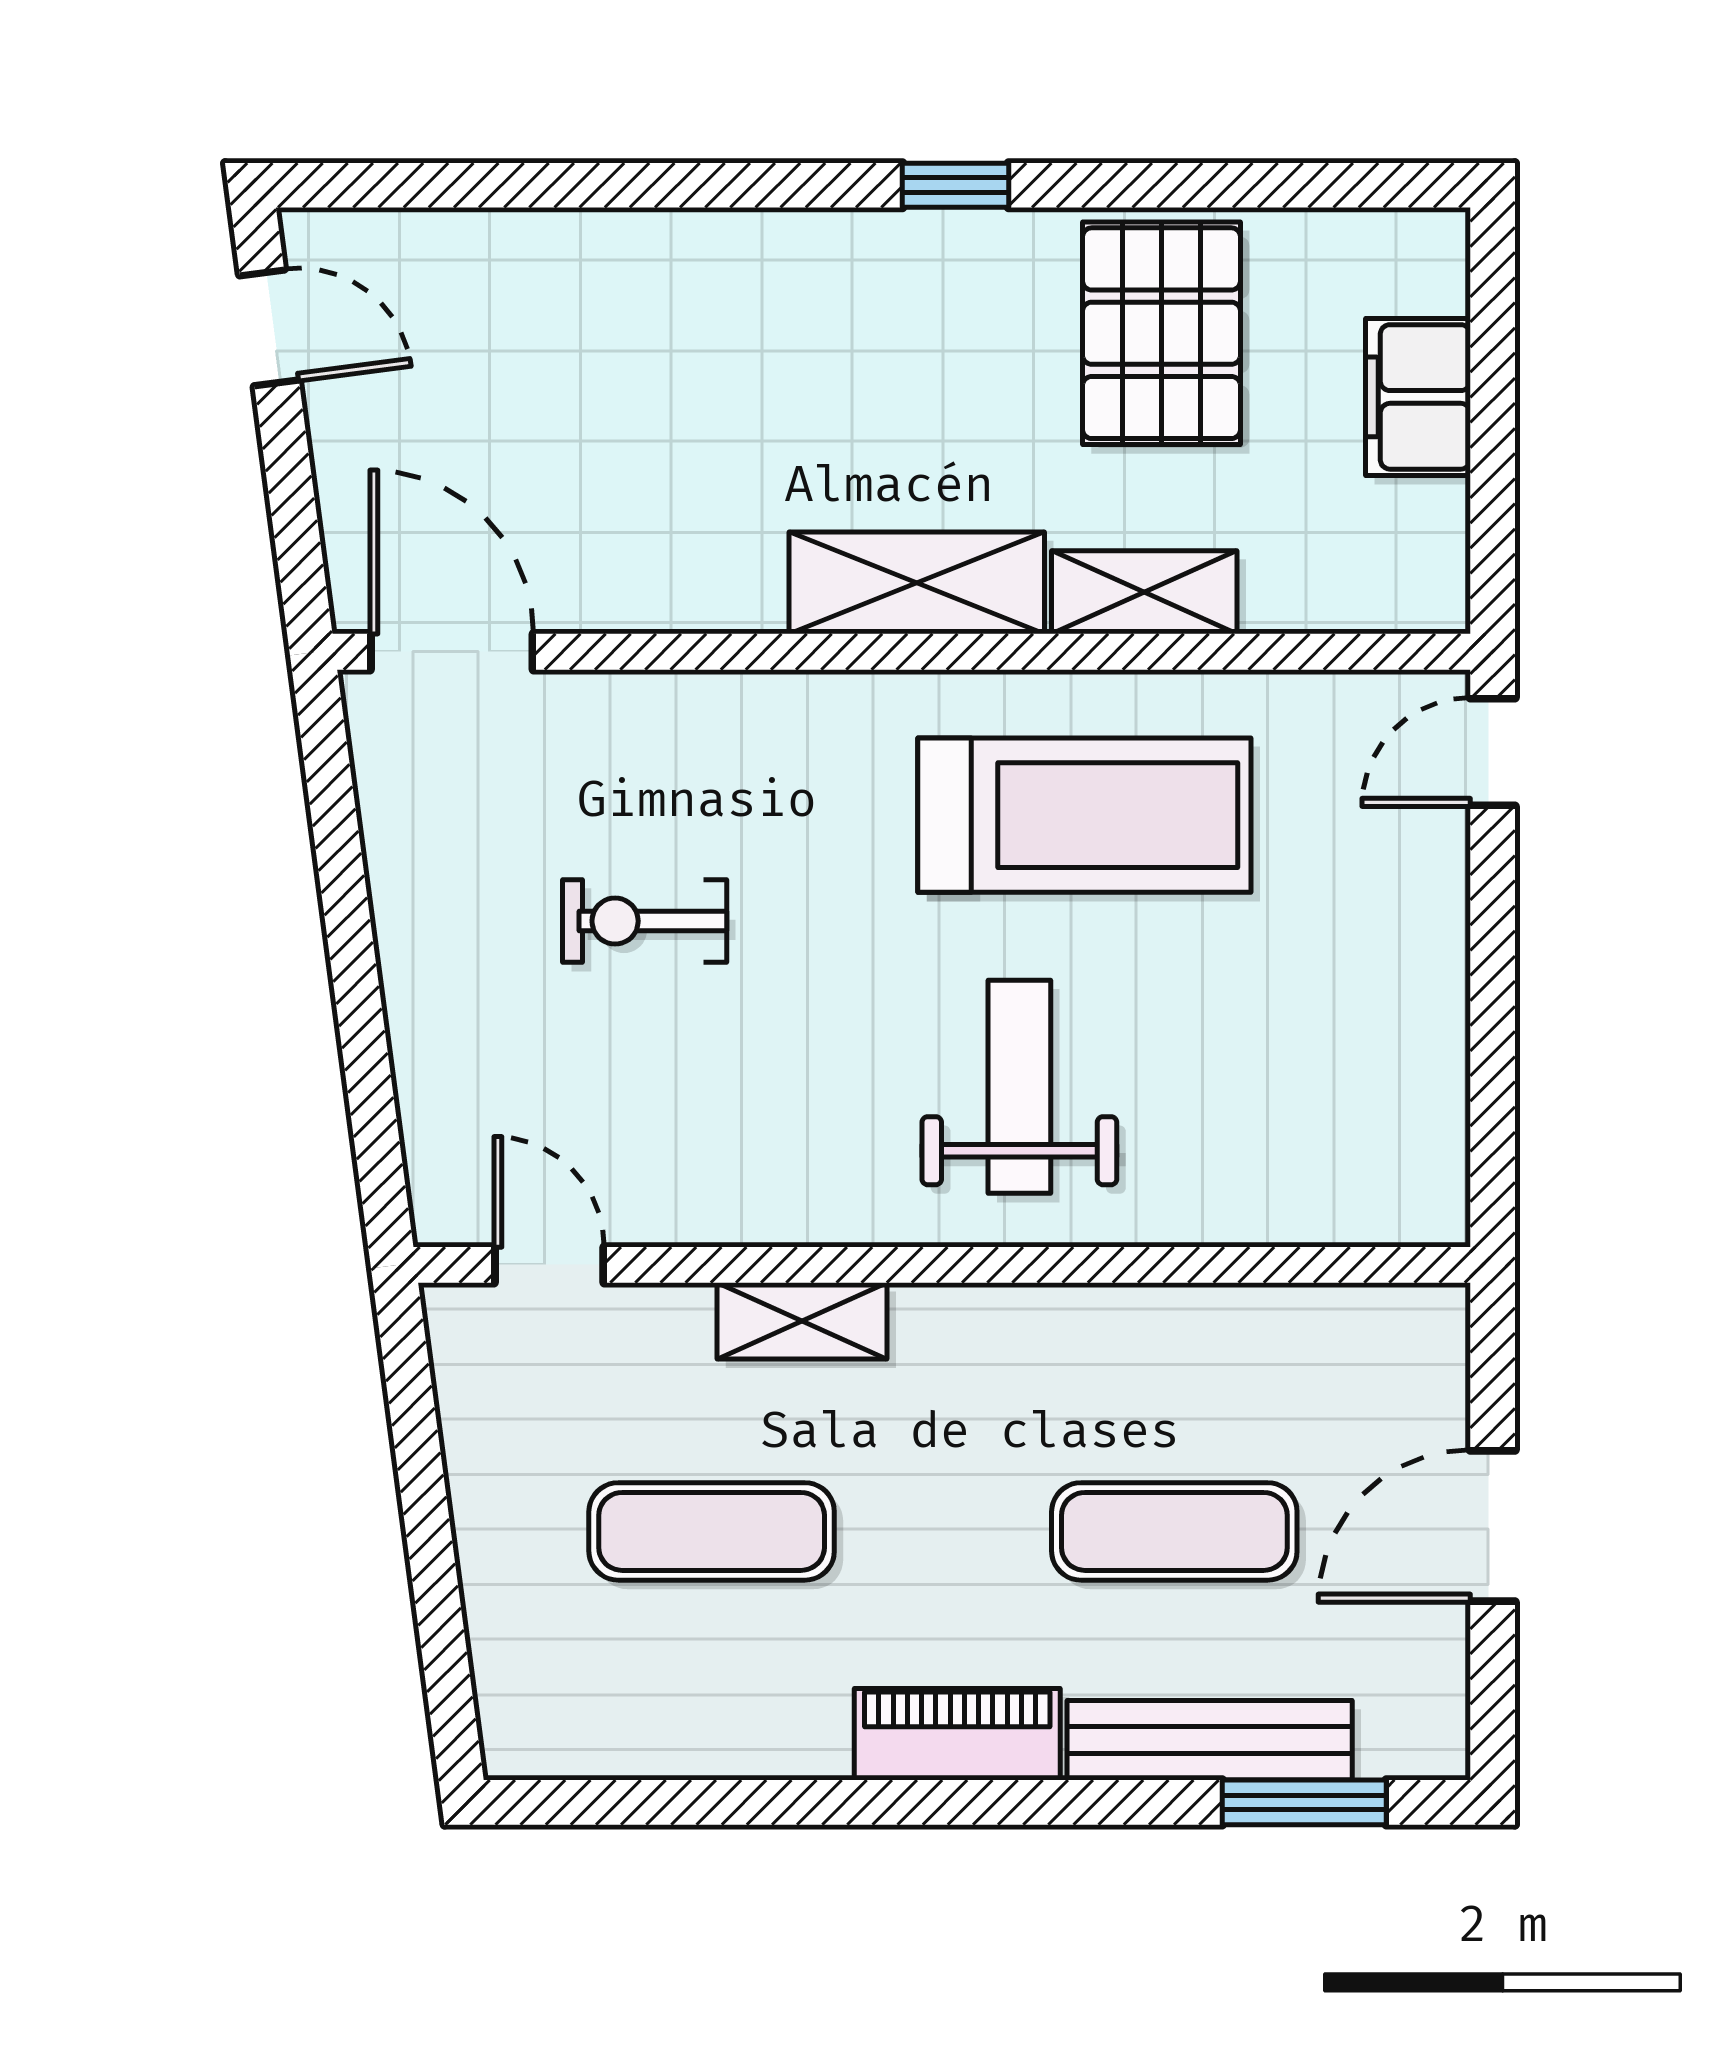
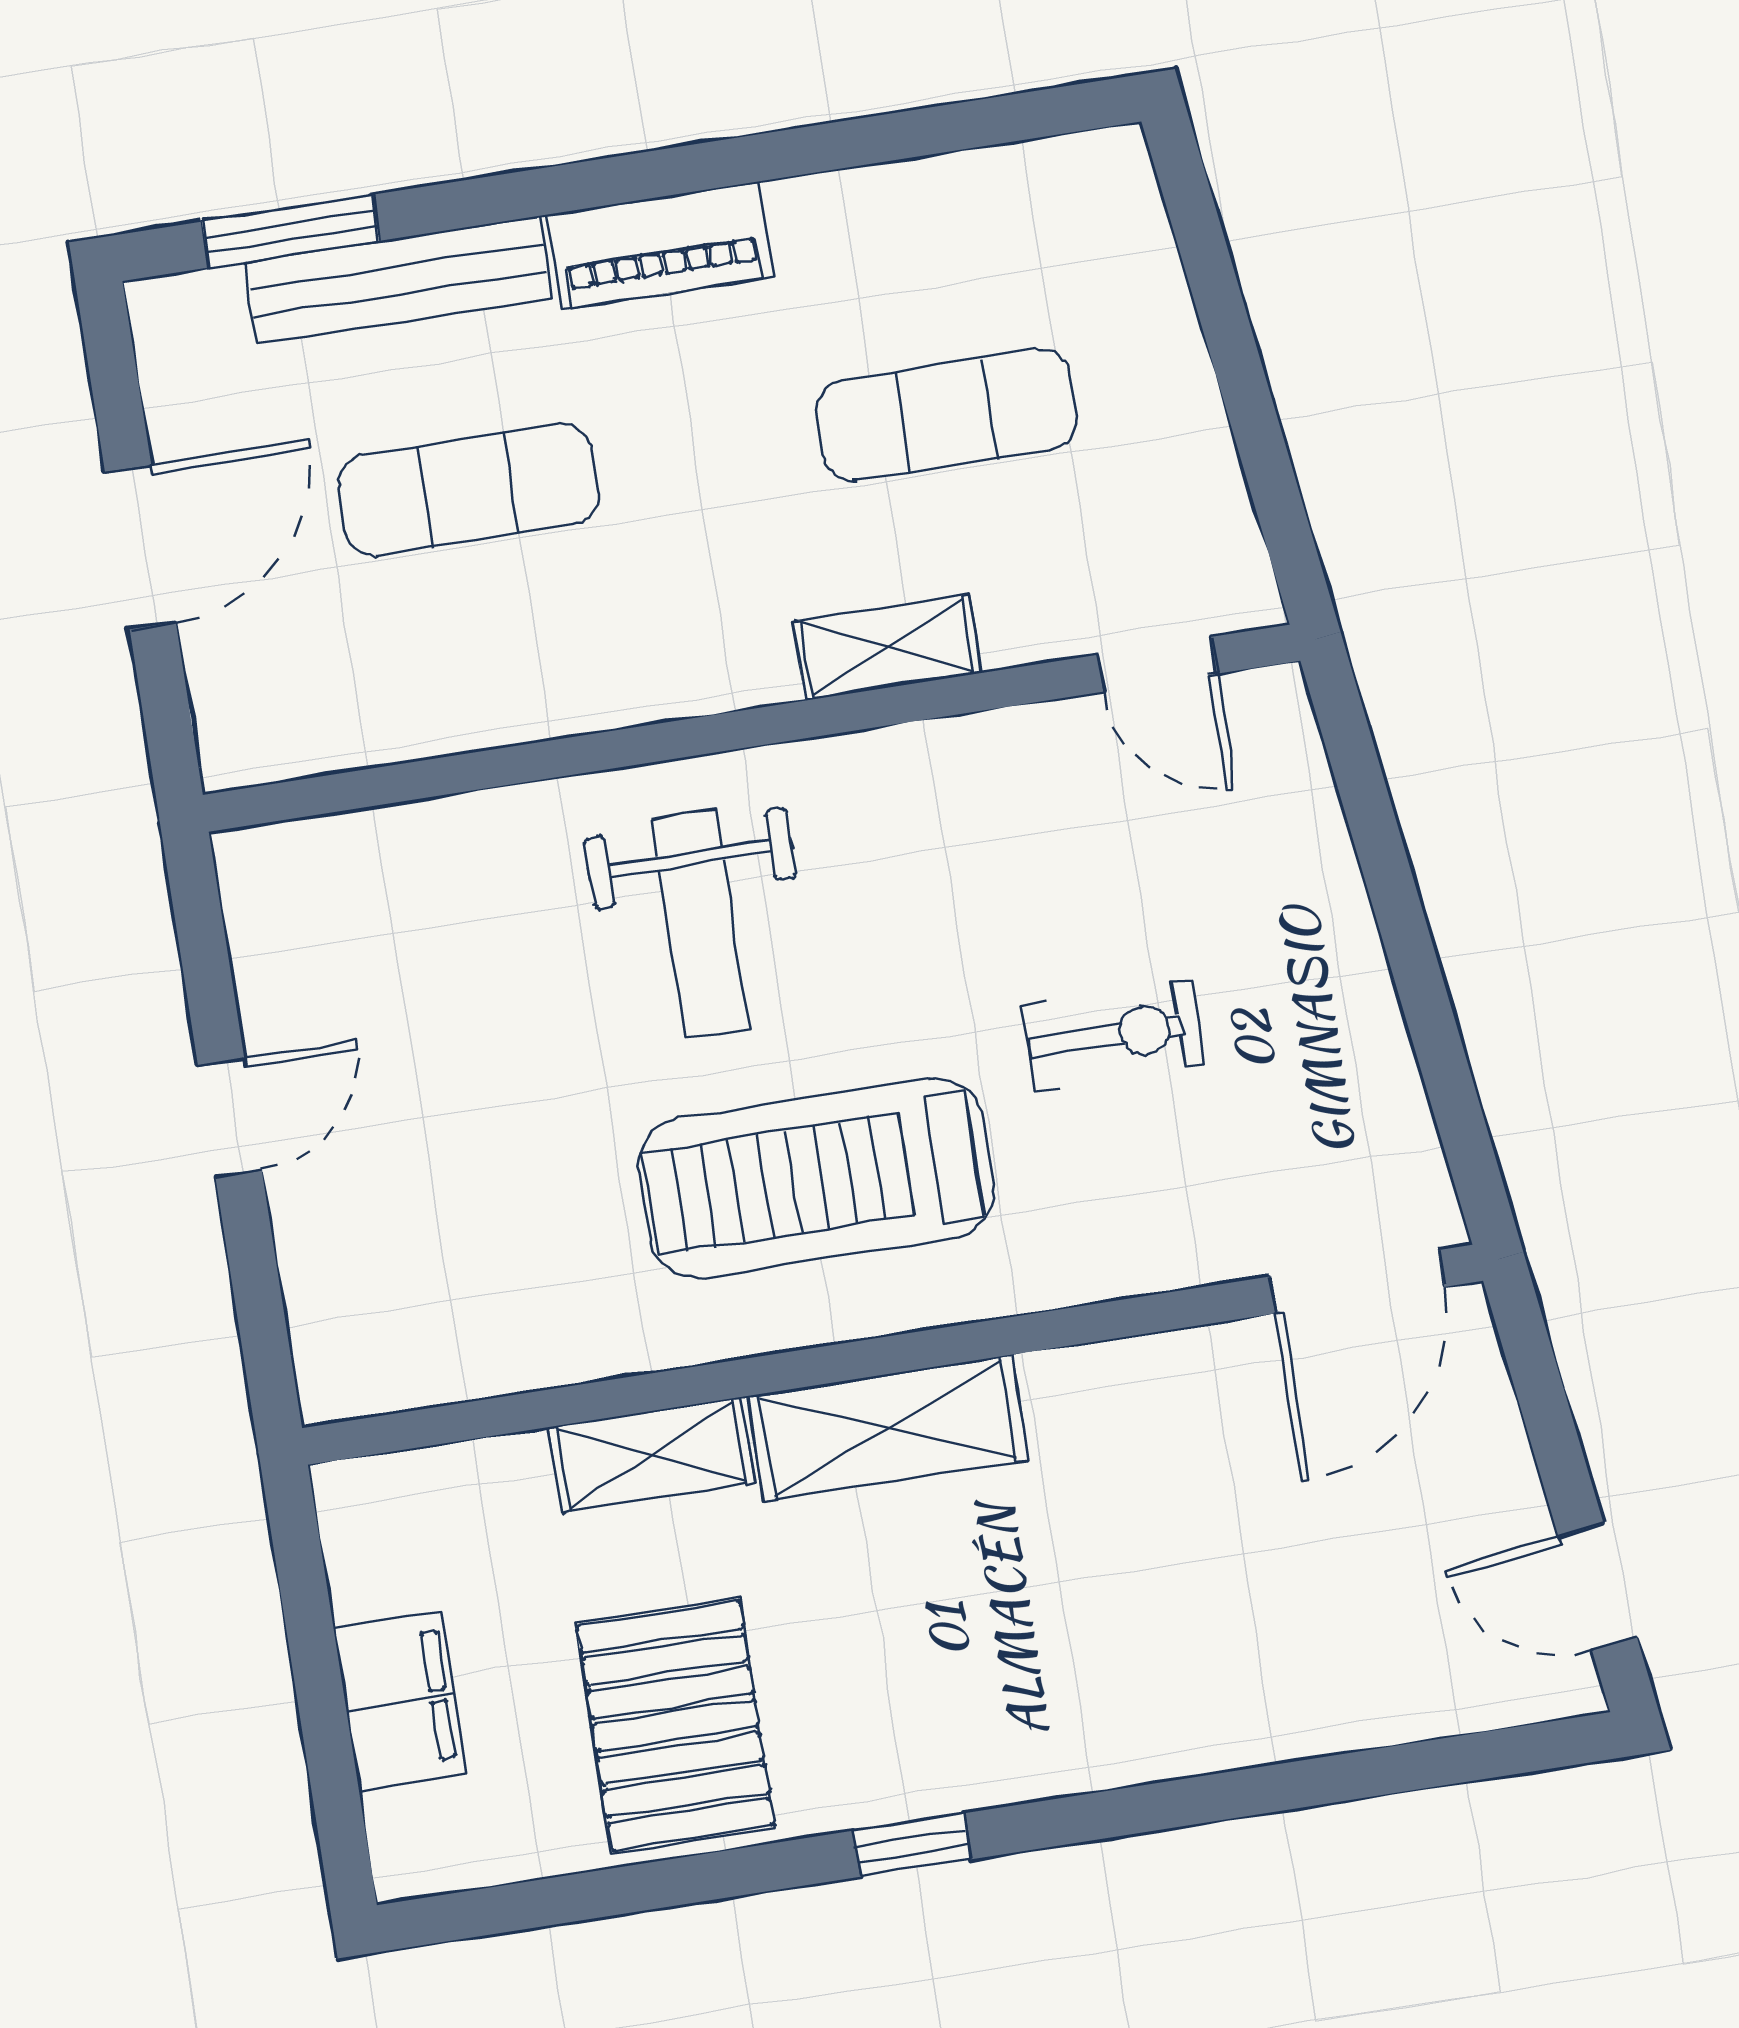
door: (452, 652) -> (1357, 1282), hinge flipped
door: (1493, 752) -> (230, 1118), moved
treadmill: (1084, 815) -> (816, 1178), moved

